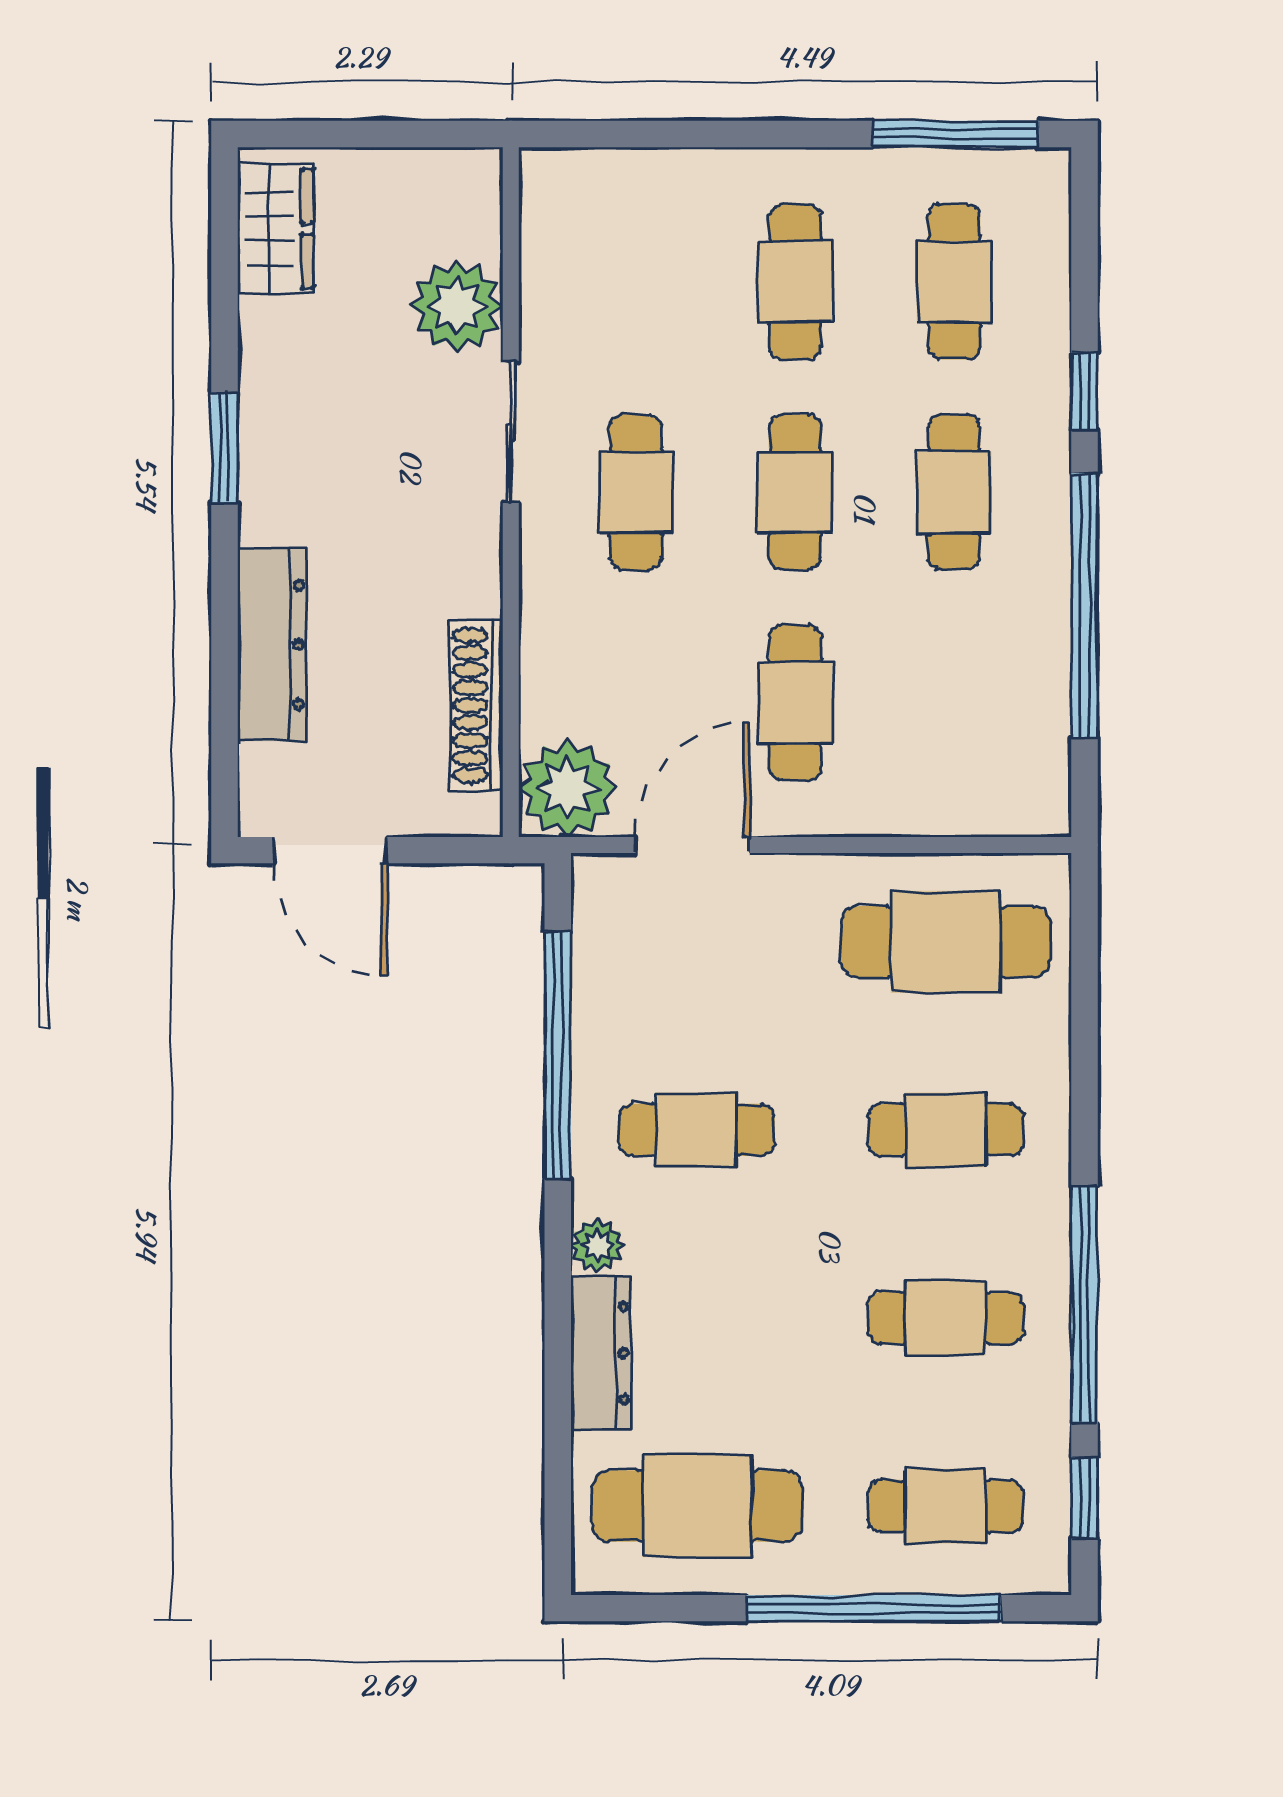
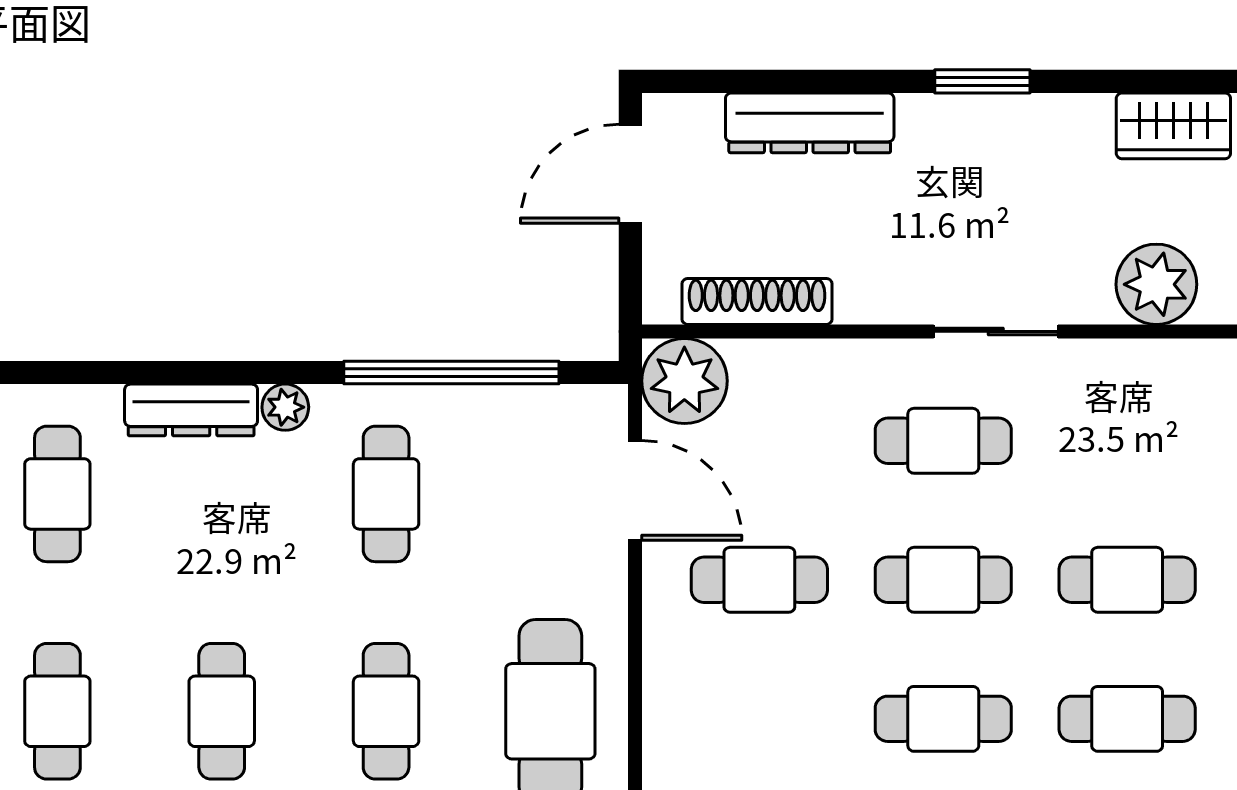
plant: (457, 306) -> (1156, 284), moved
cafe table: (697, 1506) -> (57, 494), width x0.73, depth x0.74

